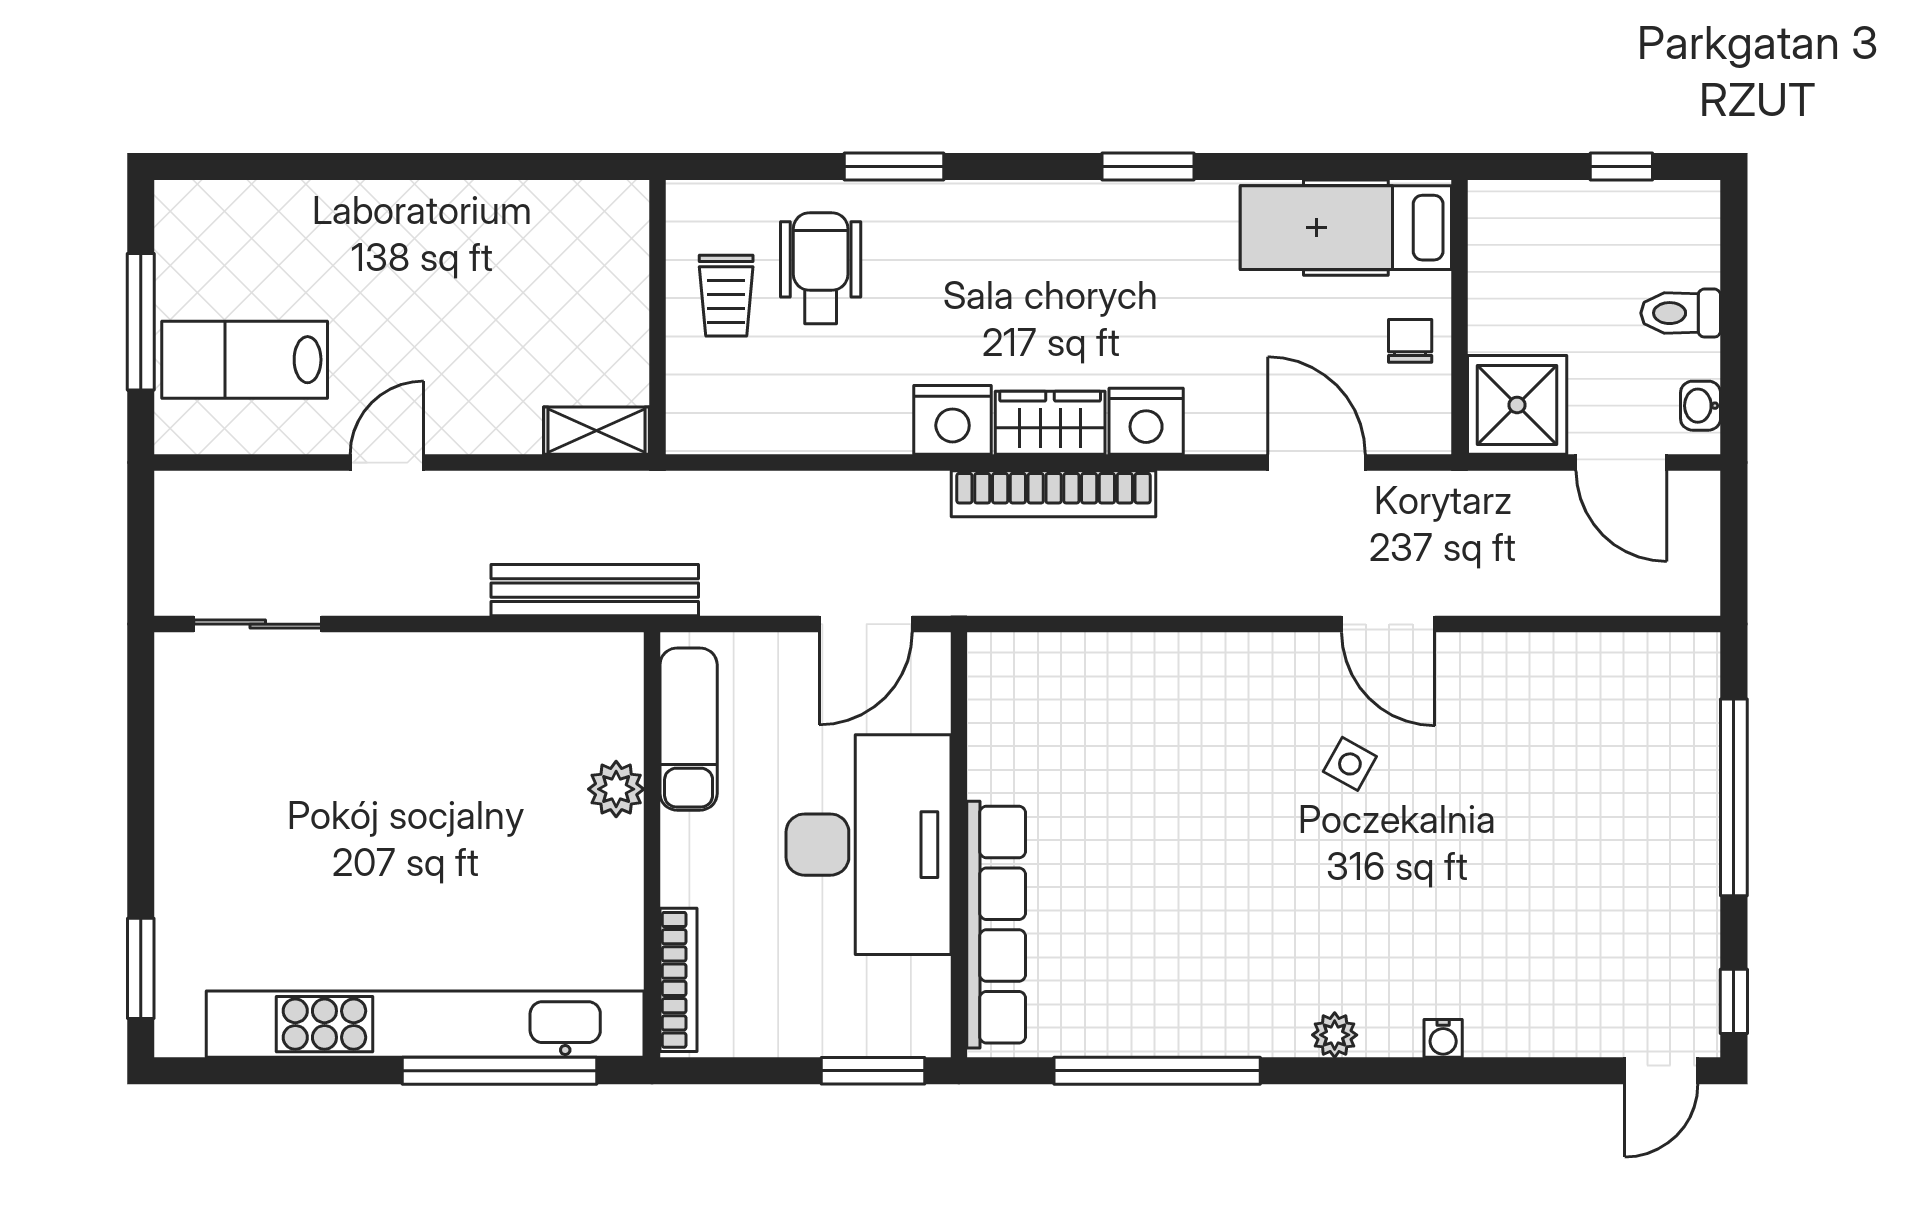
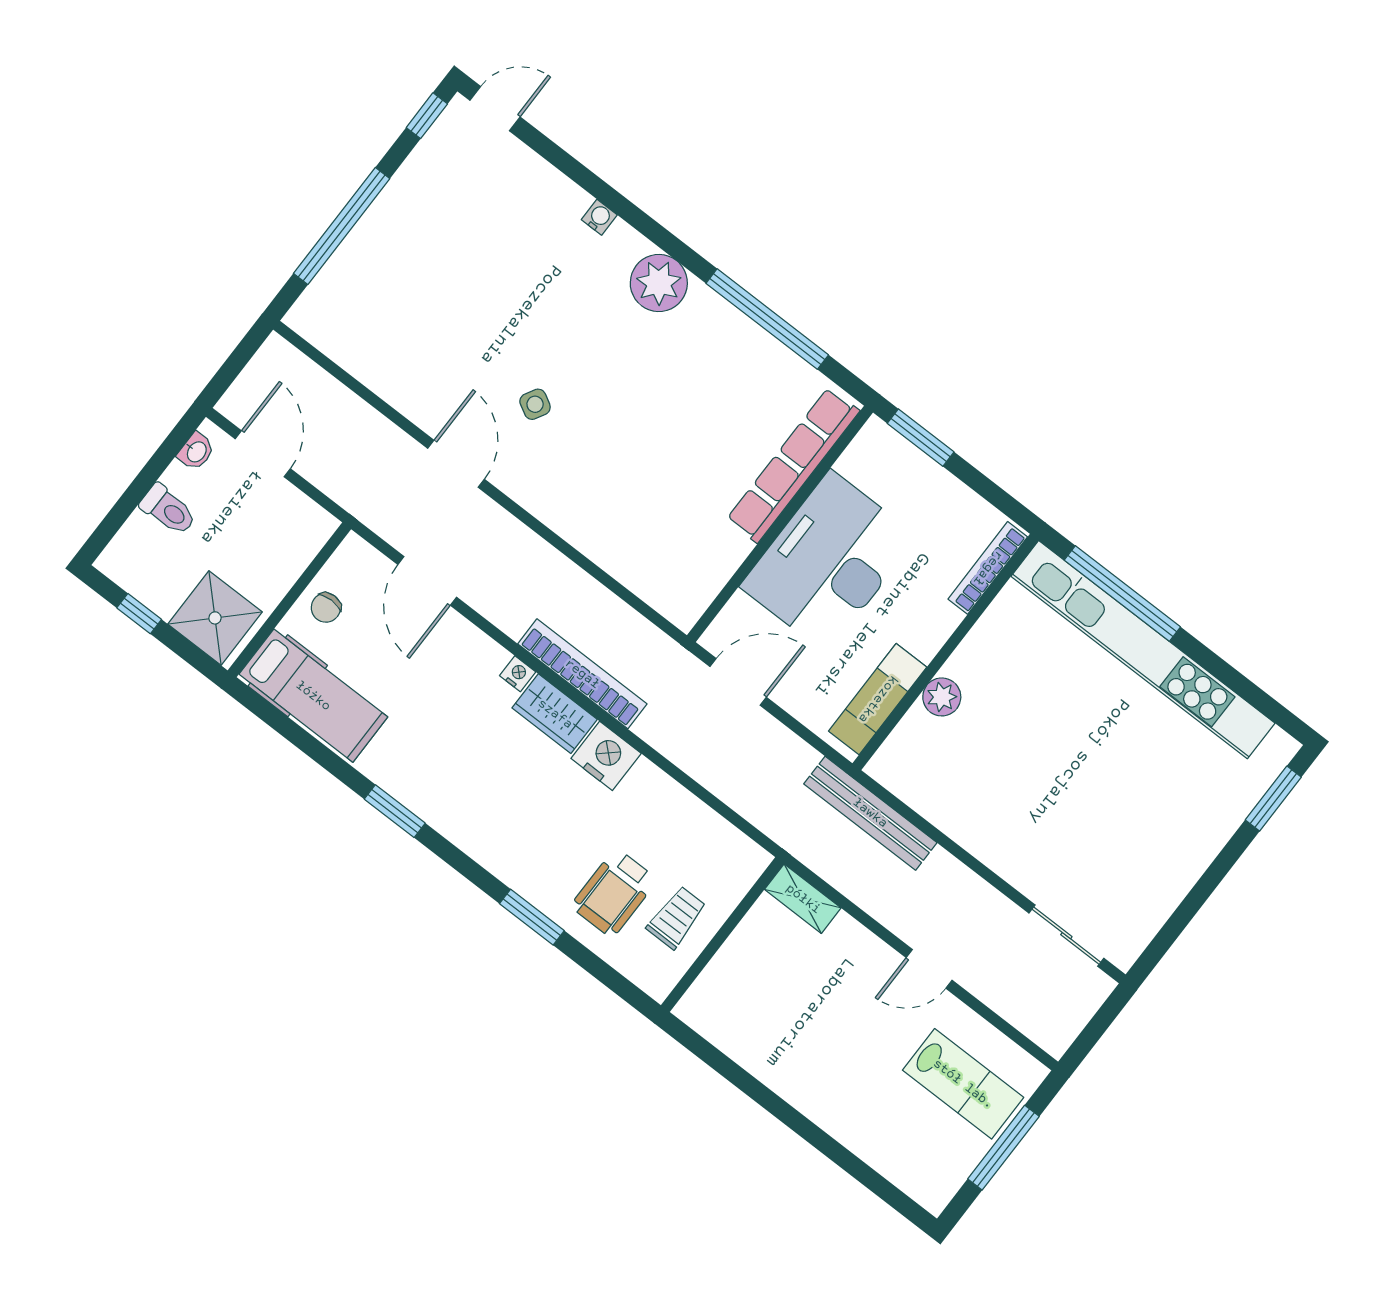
shower: (1517, 405) -> (215, 618), moved
nightstand: (1146, 421) -> (518, 674), width x0.53, depth x0.56
plant: (1335, 1035) -> (659, 283), width x1.88, depth x1.88

